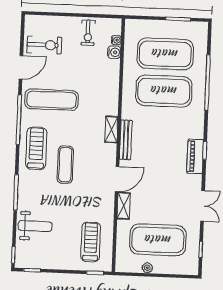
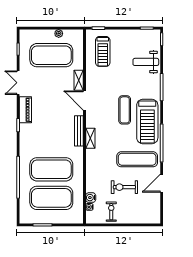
exercise bike: (44, 45) -> (124, 187), moved
treadmill: (36, 148) -> (147, 122), width x1.37, depth x1.38
piano: (195, 156) -> (25, 110), moved
door: (117, 179) -> (85, 100), hinge flipped

